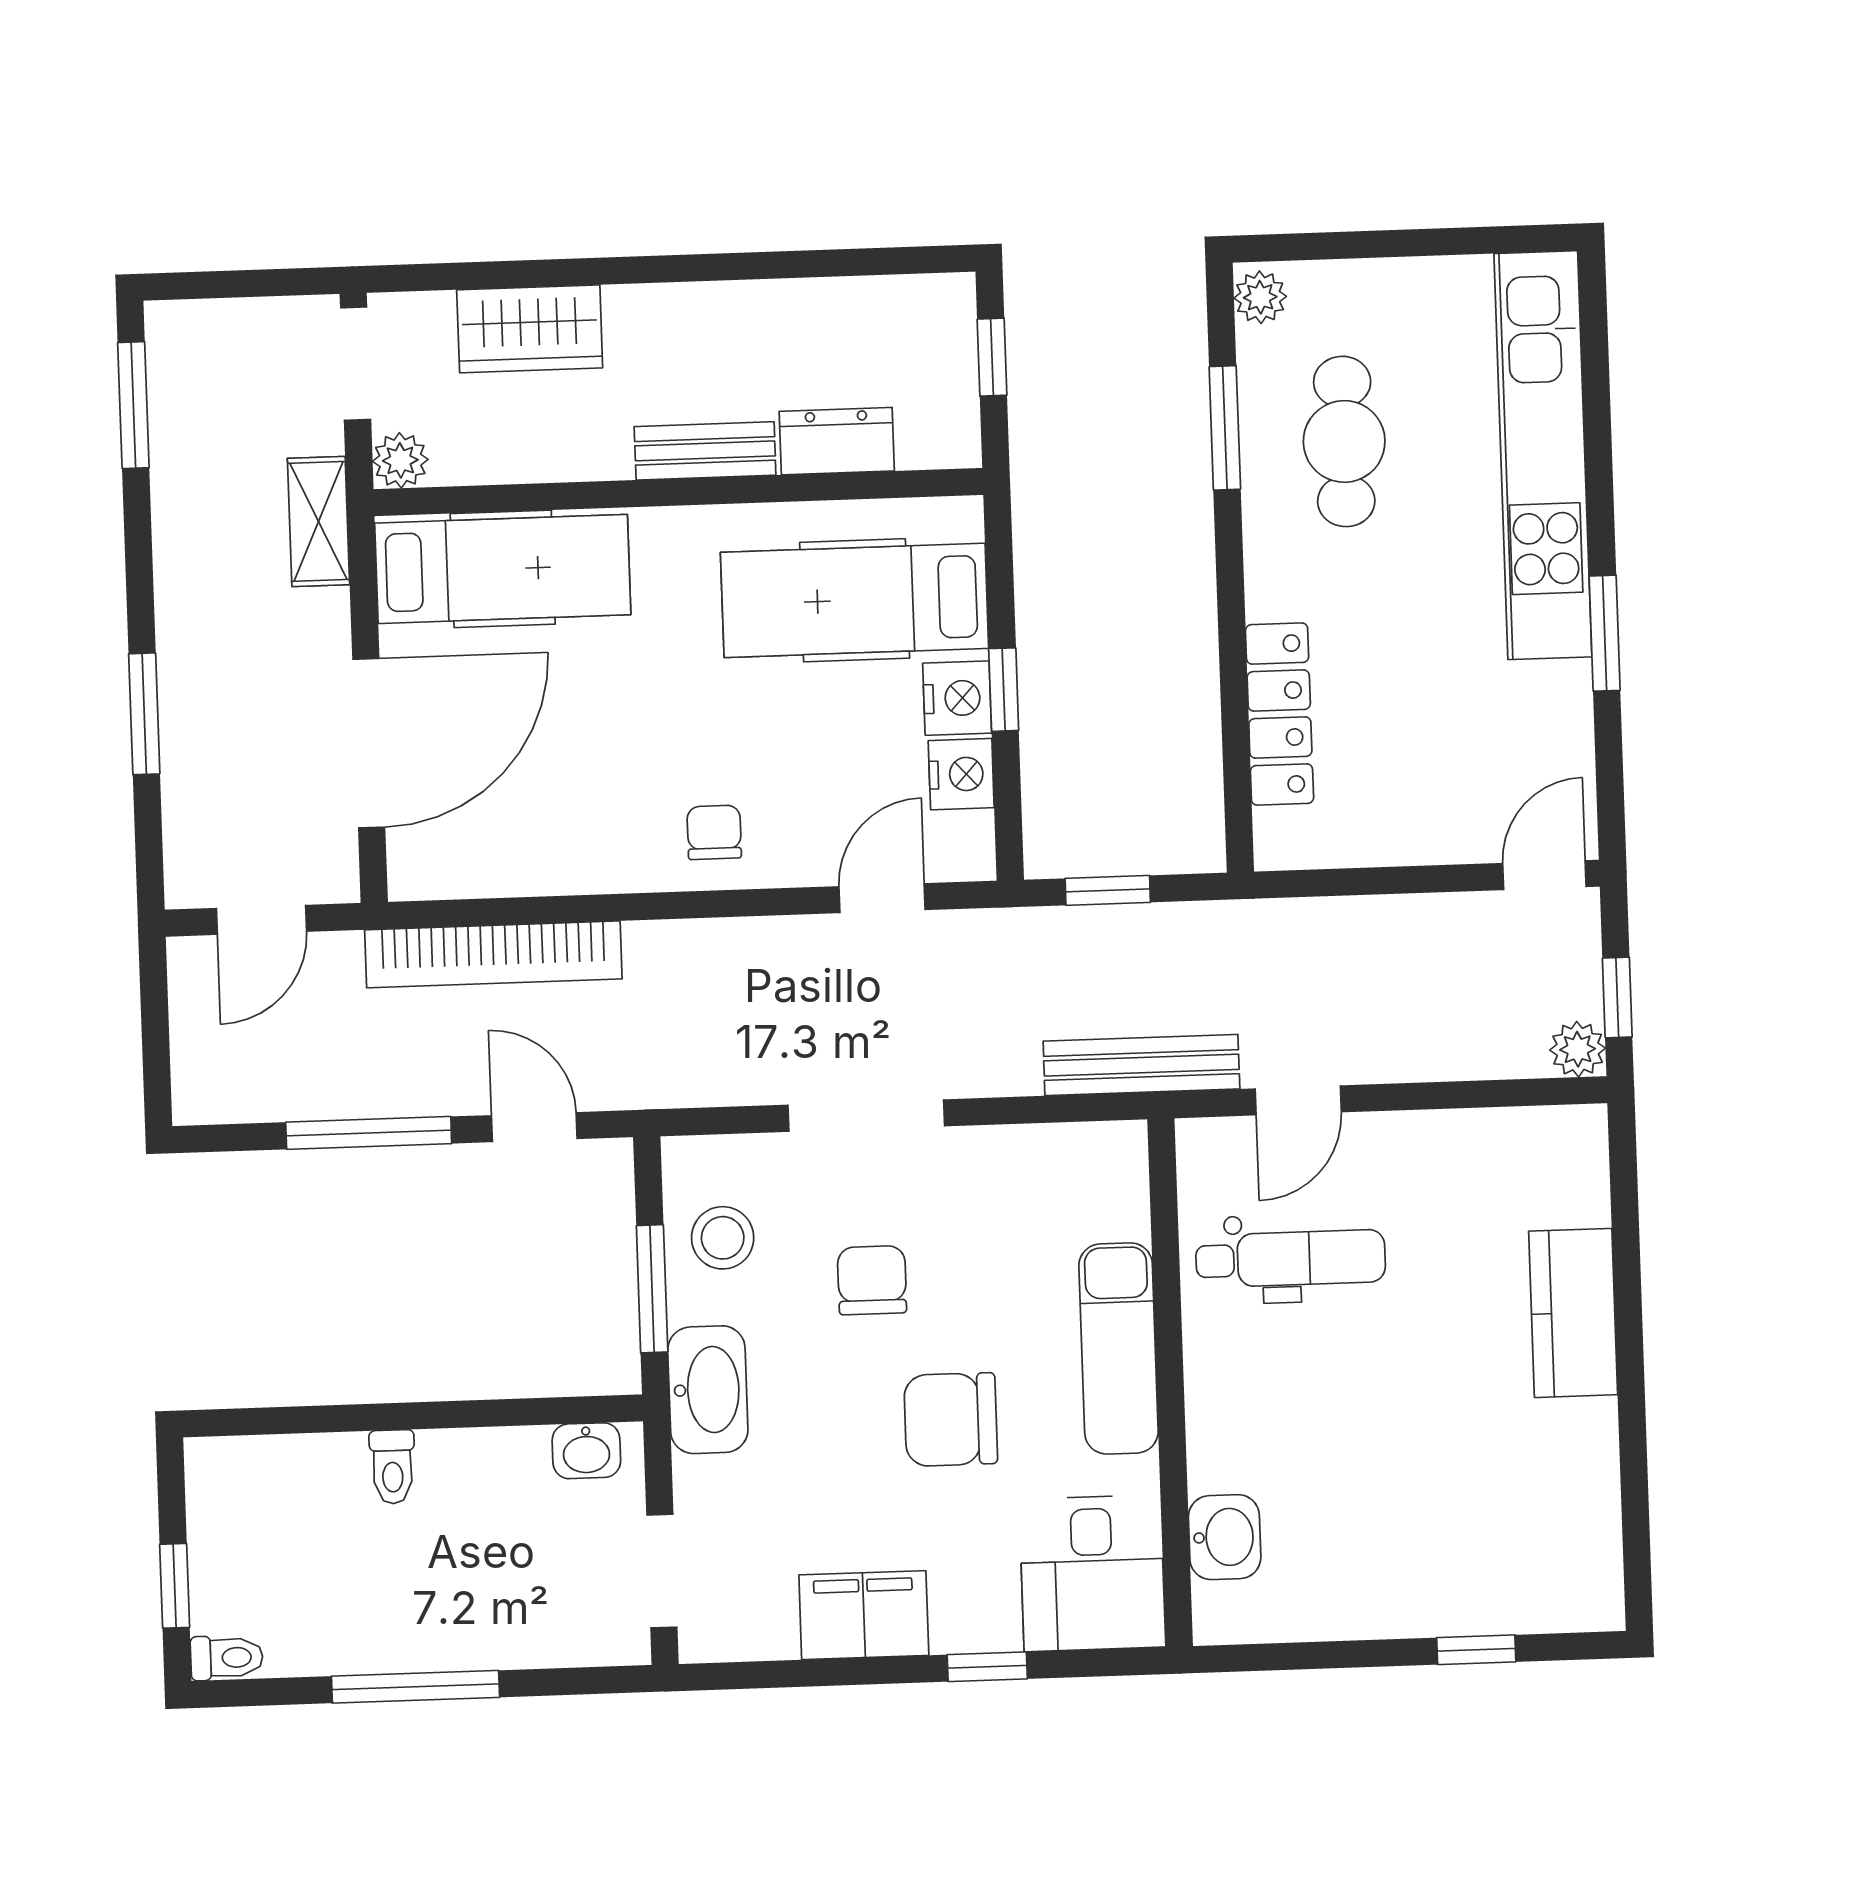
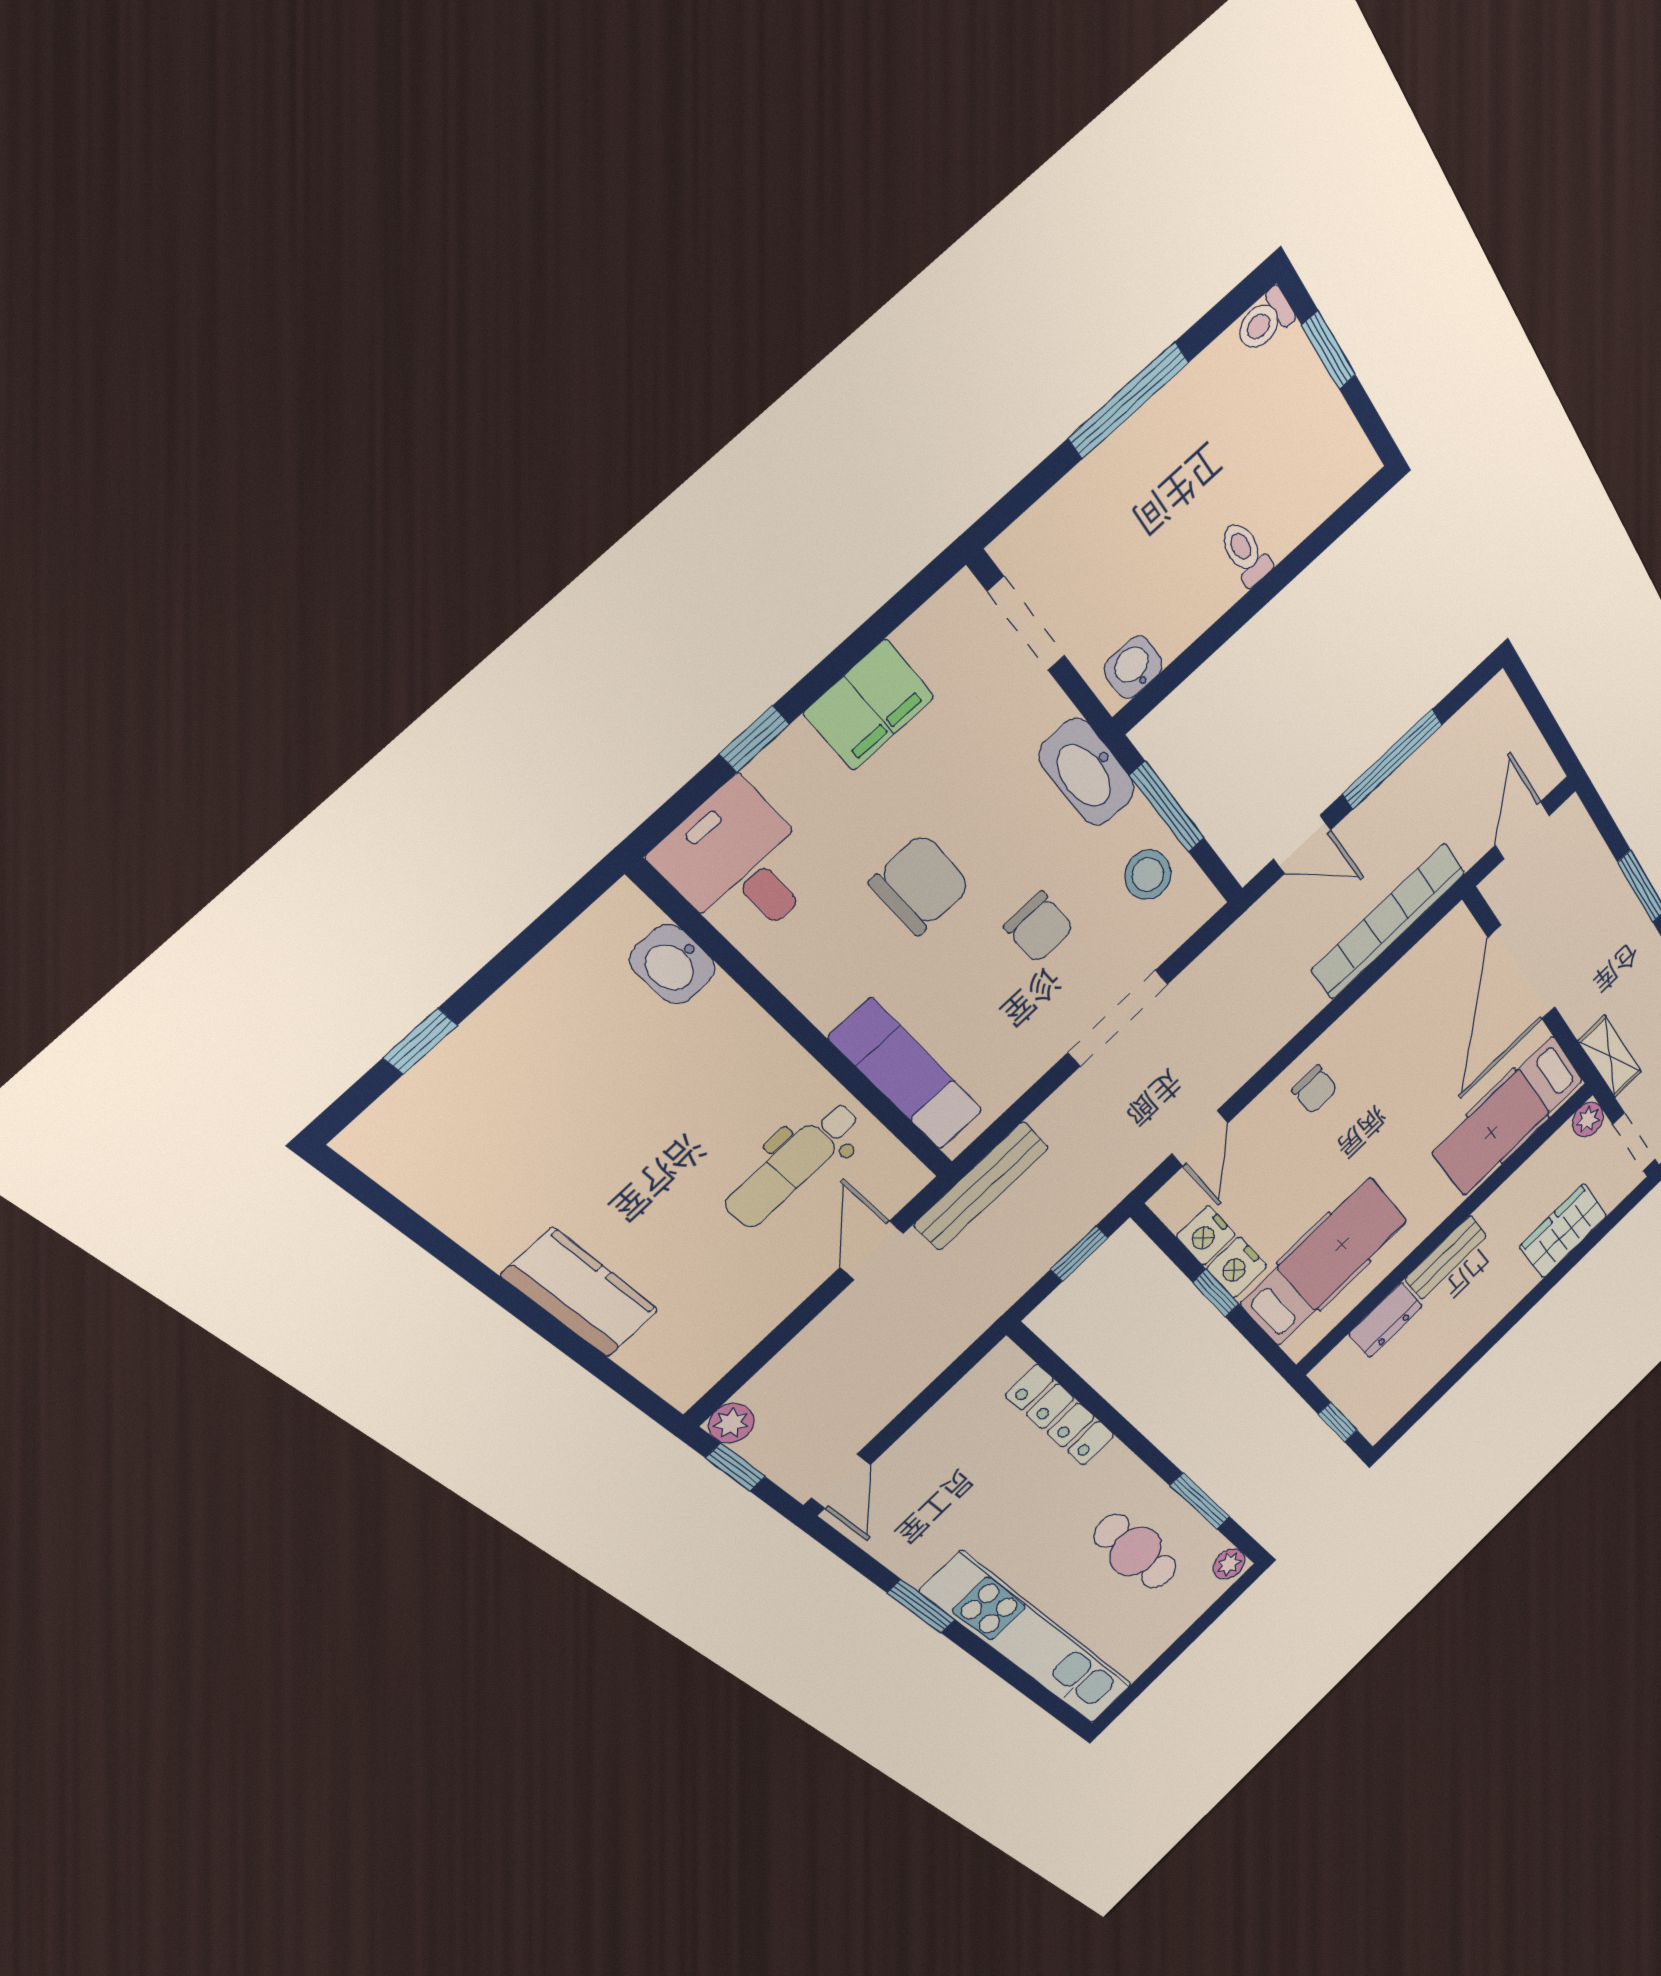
exam couch: (1119, 1348) -> (907, 1075), moved

